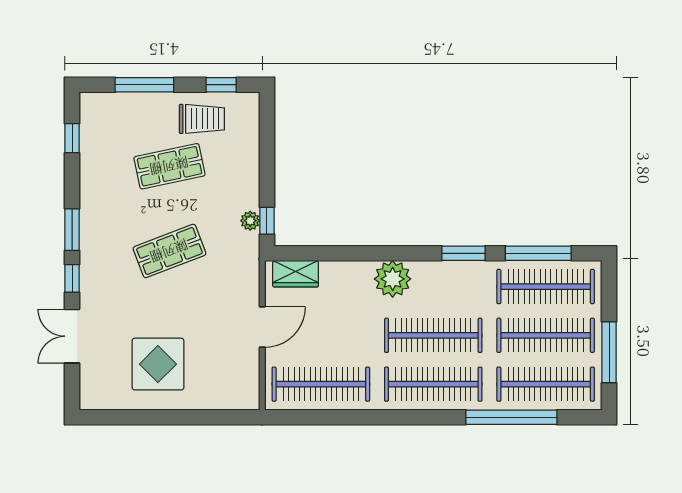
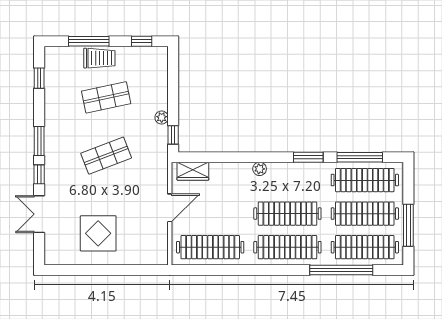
trolley: (202, 119) -> (99, 58), moved
plant: (250, 221) -> (162, 117), moved
plant: (393, 279) -> (260, 169), width x0.53, depth x0.53

